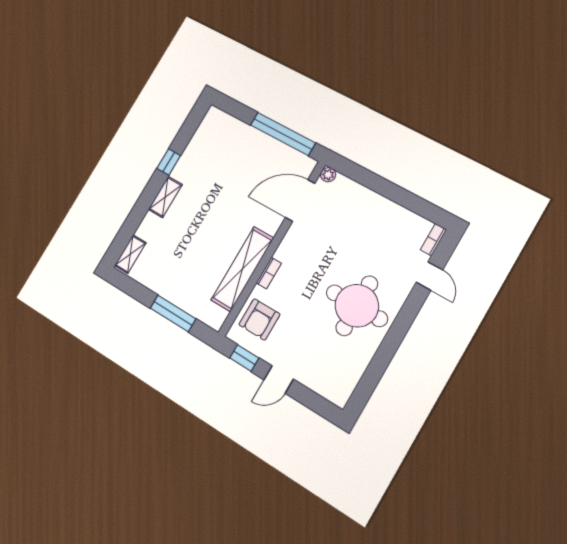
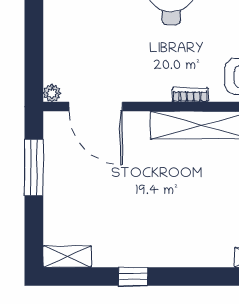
window: (283, 134) -> (34, 167), width x0.68
shelving: (165, 197) -> (67, 256), moved

